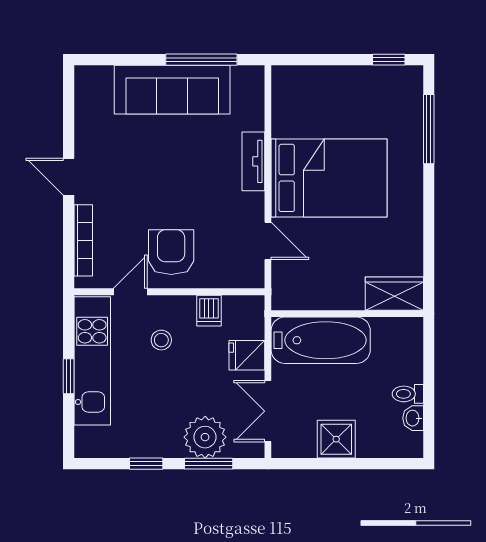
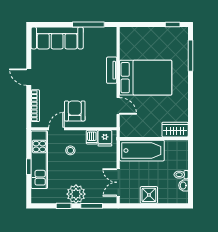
sofa: (172, 90) -> (57, 38), moved
fridge: (247, 355) -> (105, 138), moved, turned -90
plant: (205, 437) -> (76, 194), moved

